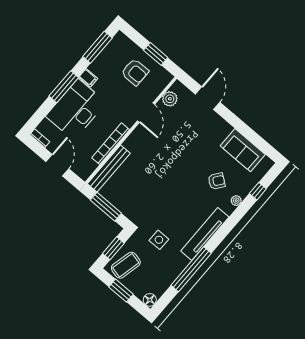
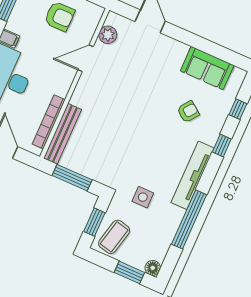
door: (146, 113) -> (86, 58), swing flipped
bookcase: (111, 144) -> (49, 122), moved
plant: (236, 201) -> (217, 127), removed
window: (236, 217) -> (222, 145), added
window: (121, 291) -> (129, 272), moved

